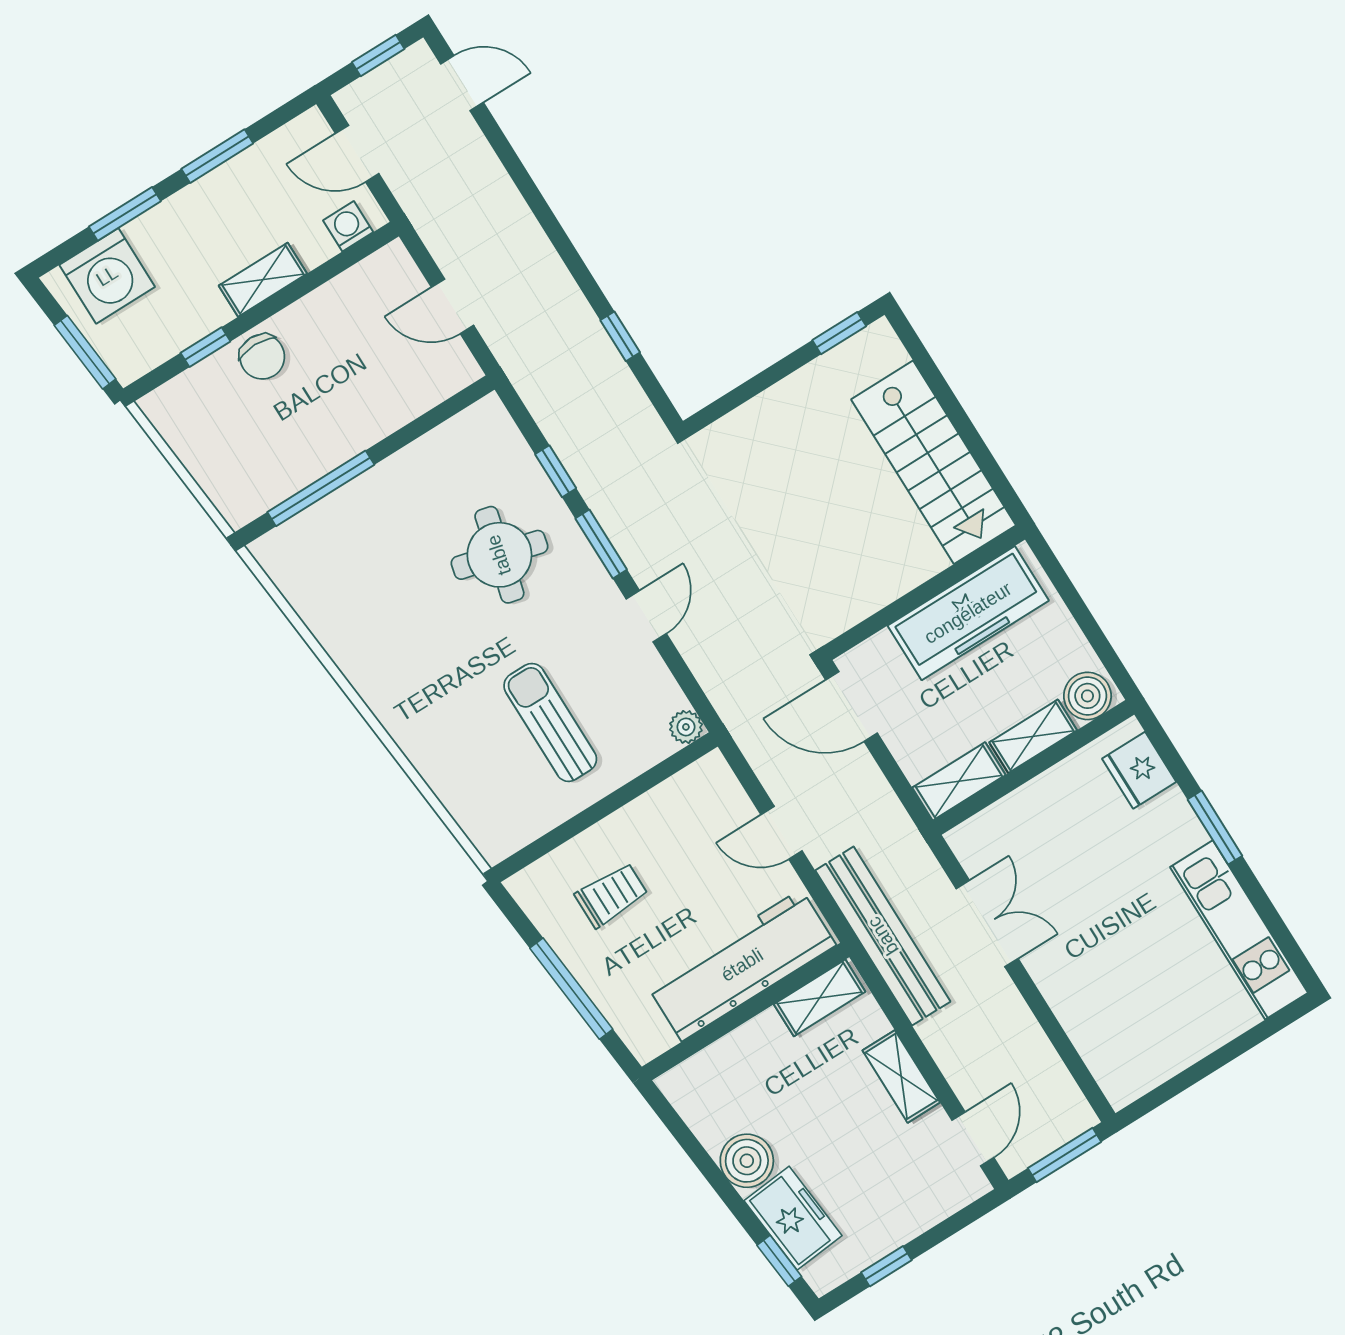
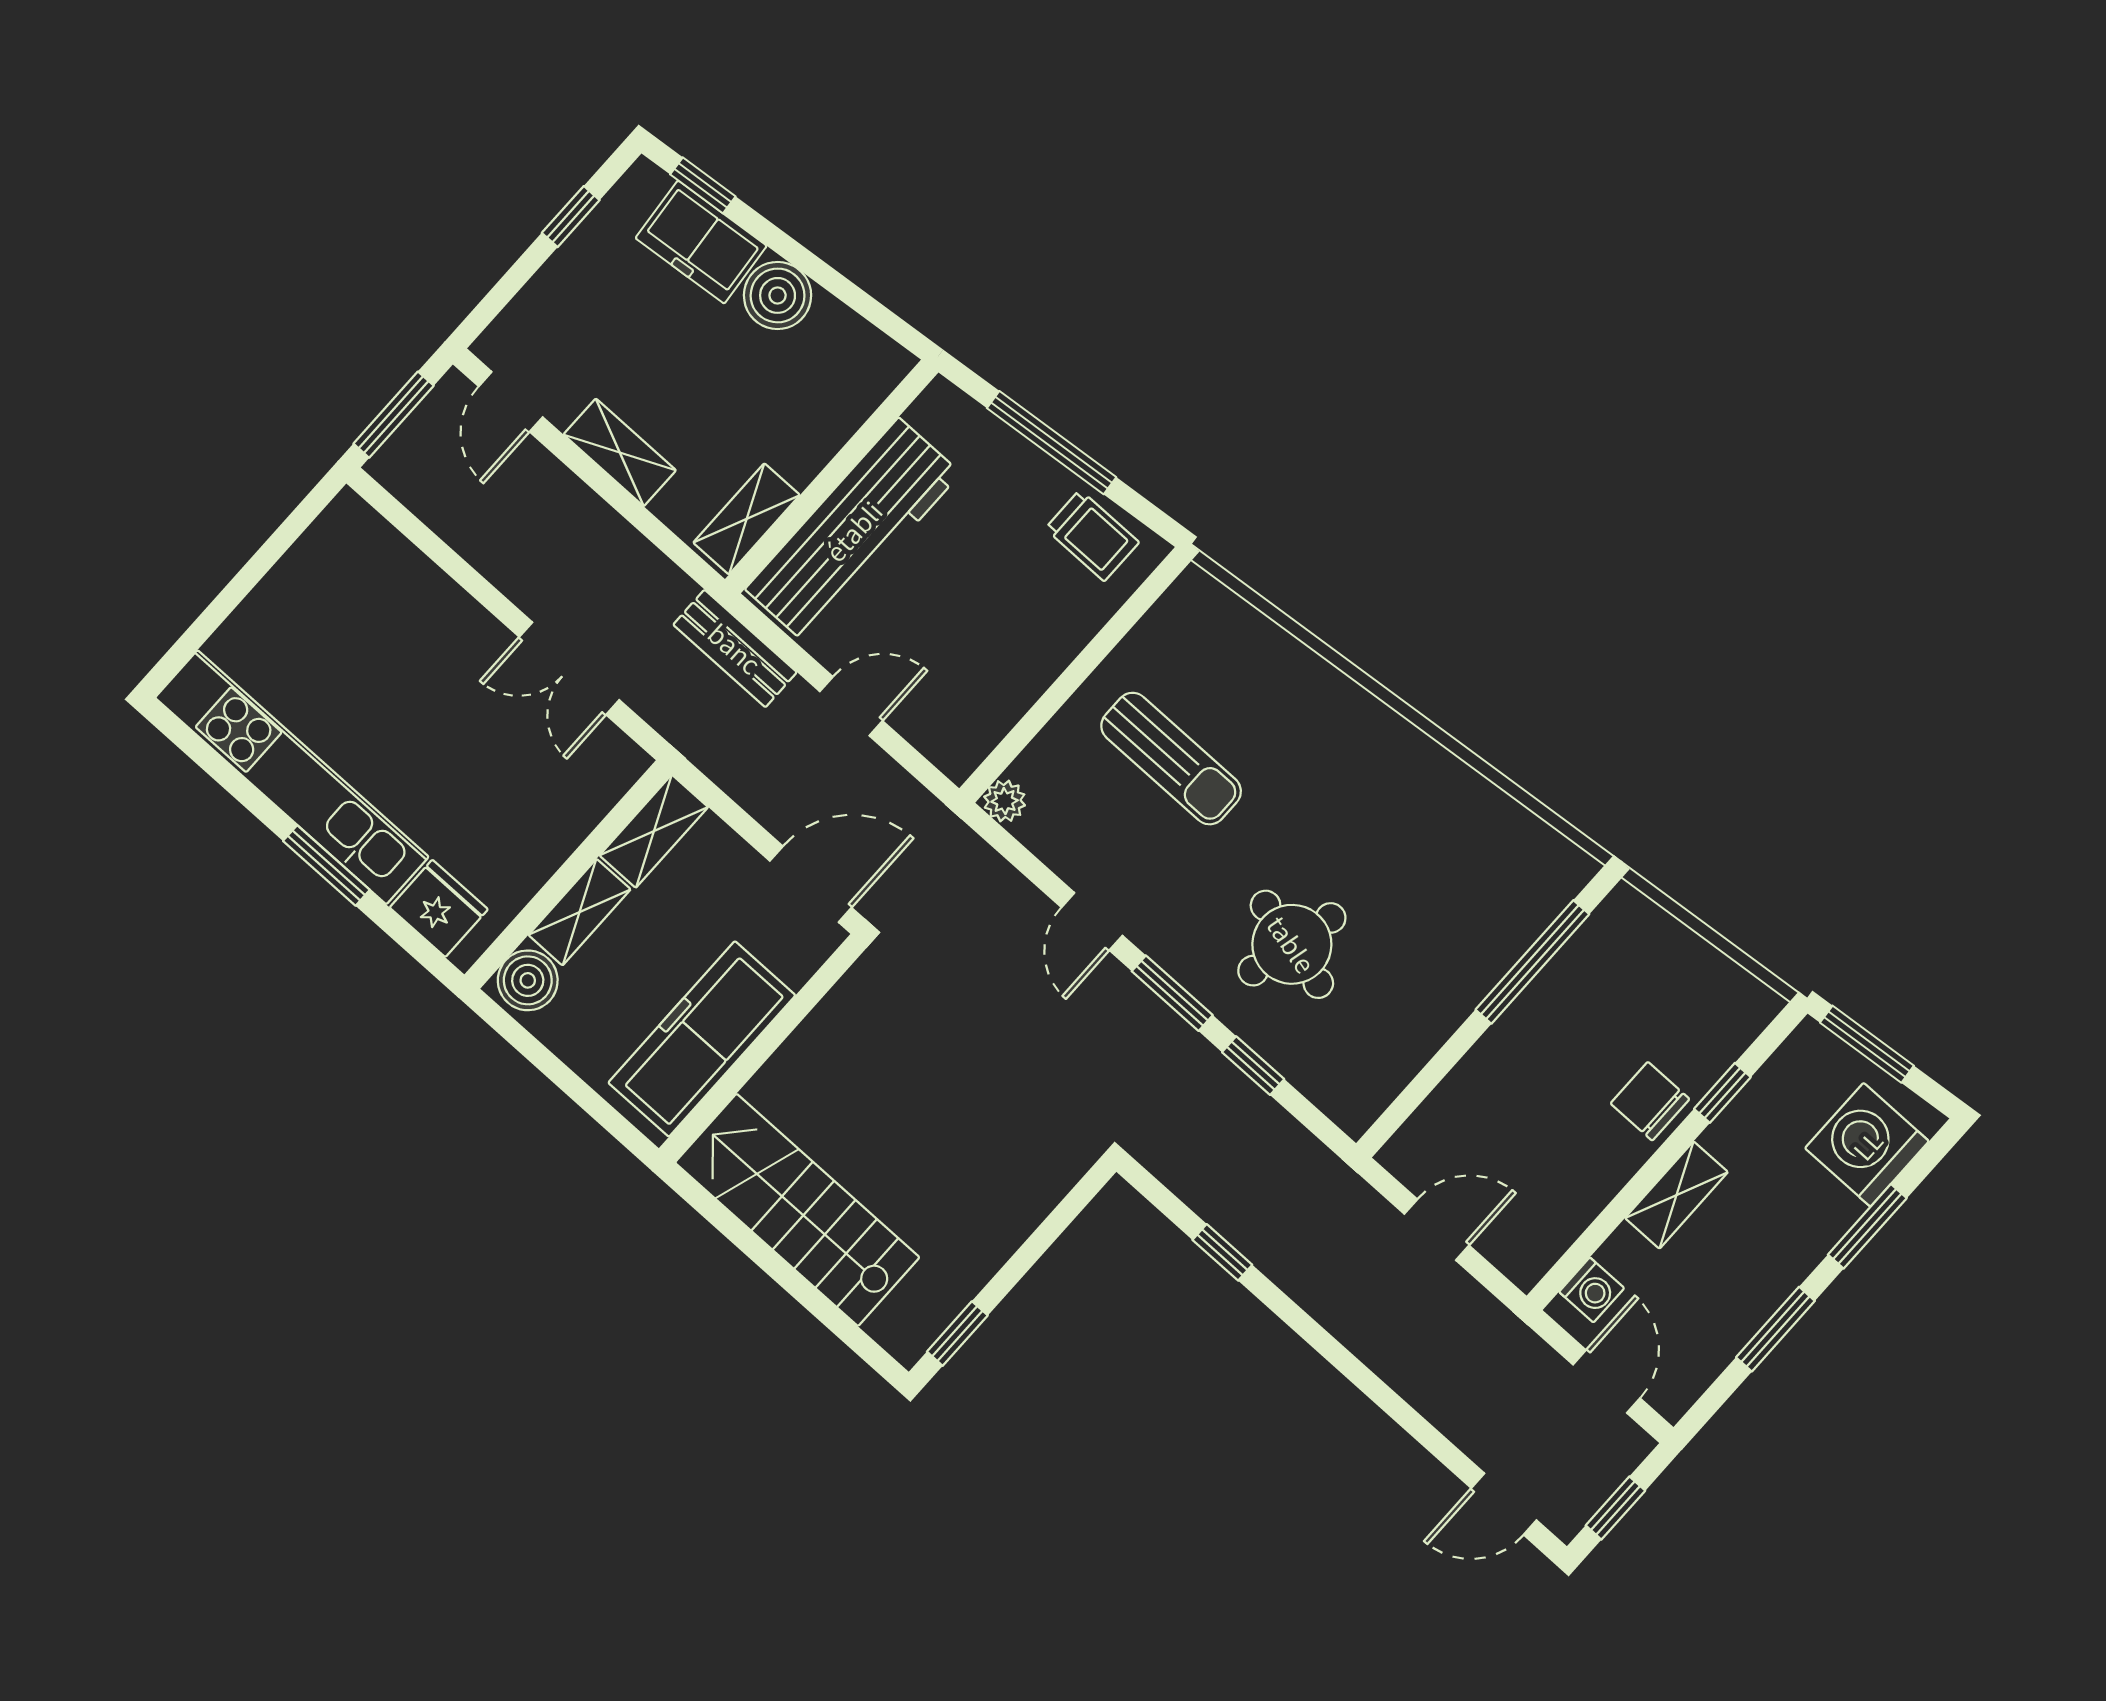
door: (357, 154) -> (1606, 1381), hinge flipped
trolley: (611, 895) -> (1092, 535), moved, turned -90
kitchen unit: (1239, 930) -> (292, 777), width x1.36
bench: (883, 936) -> (735, 648), width x0.54, depth x0.82

